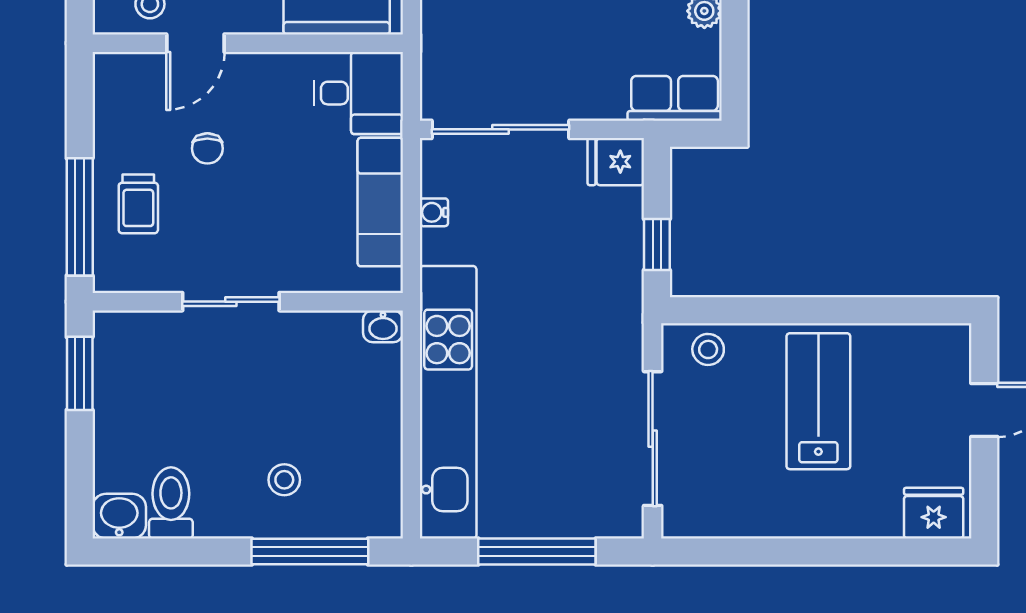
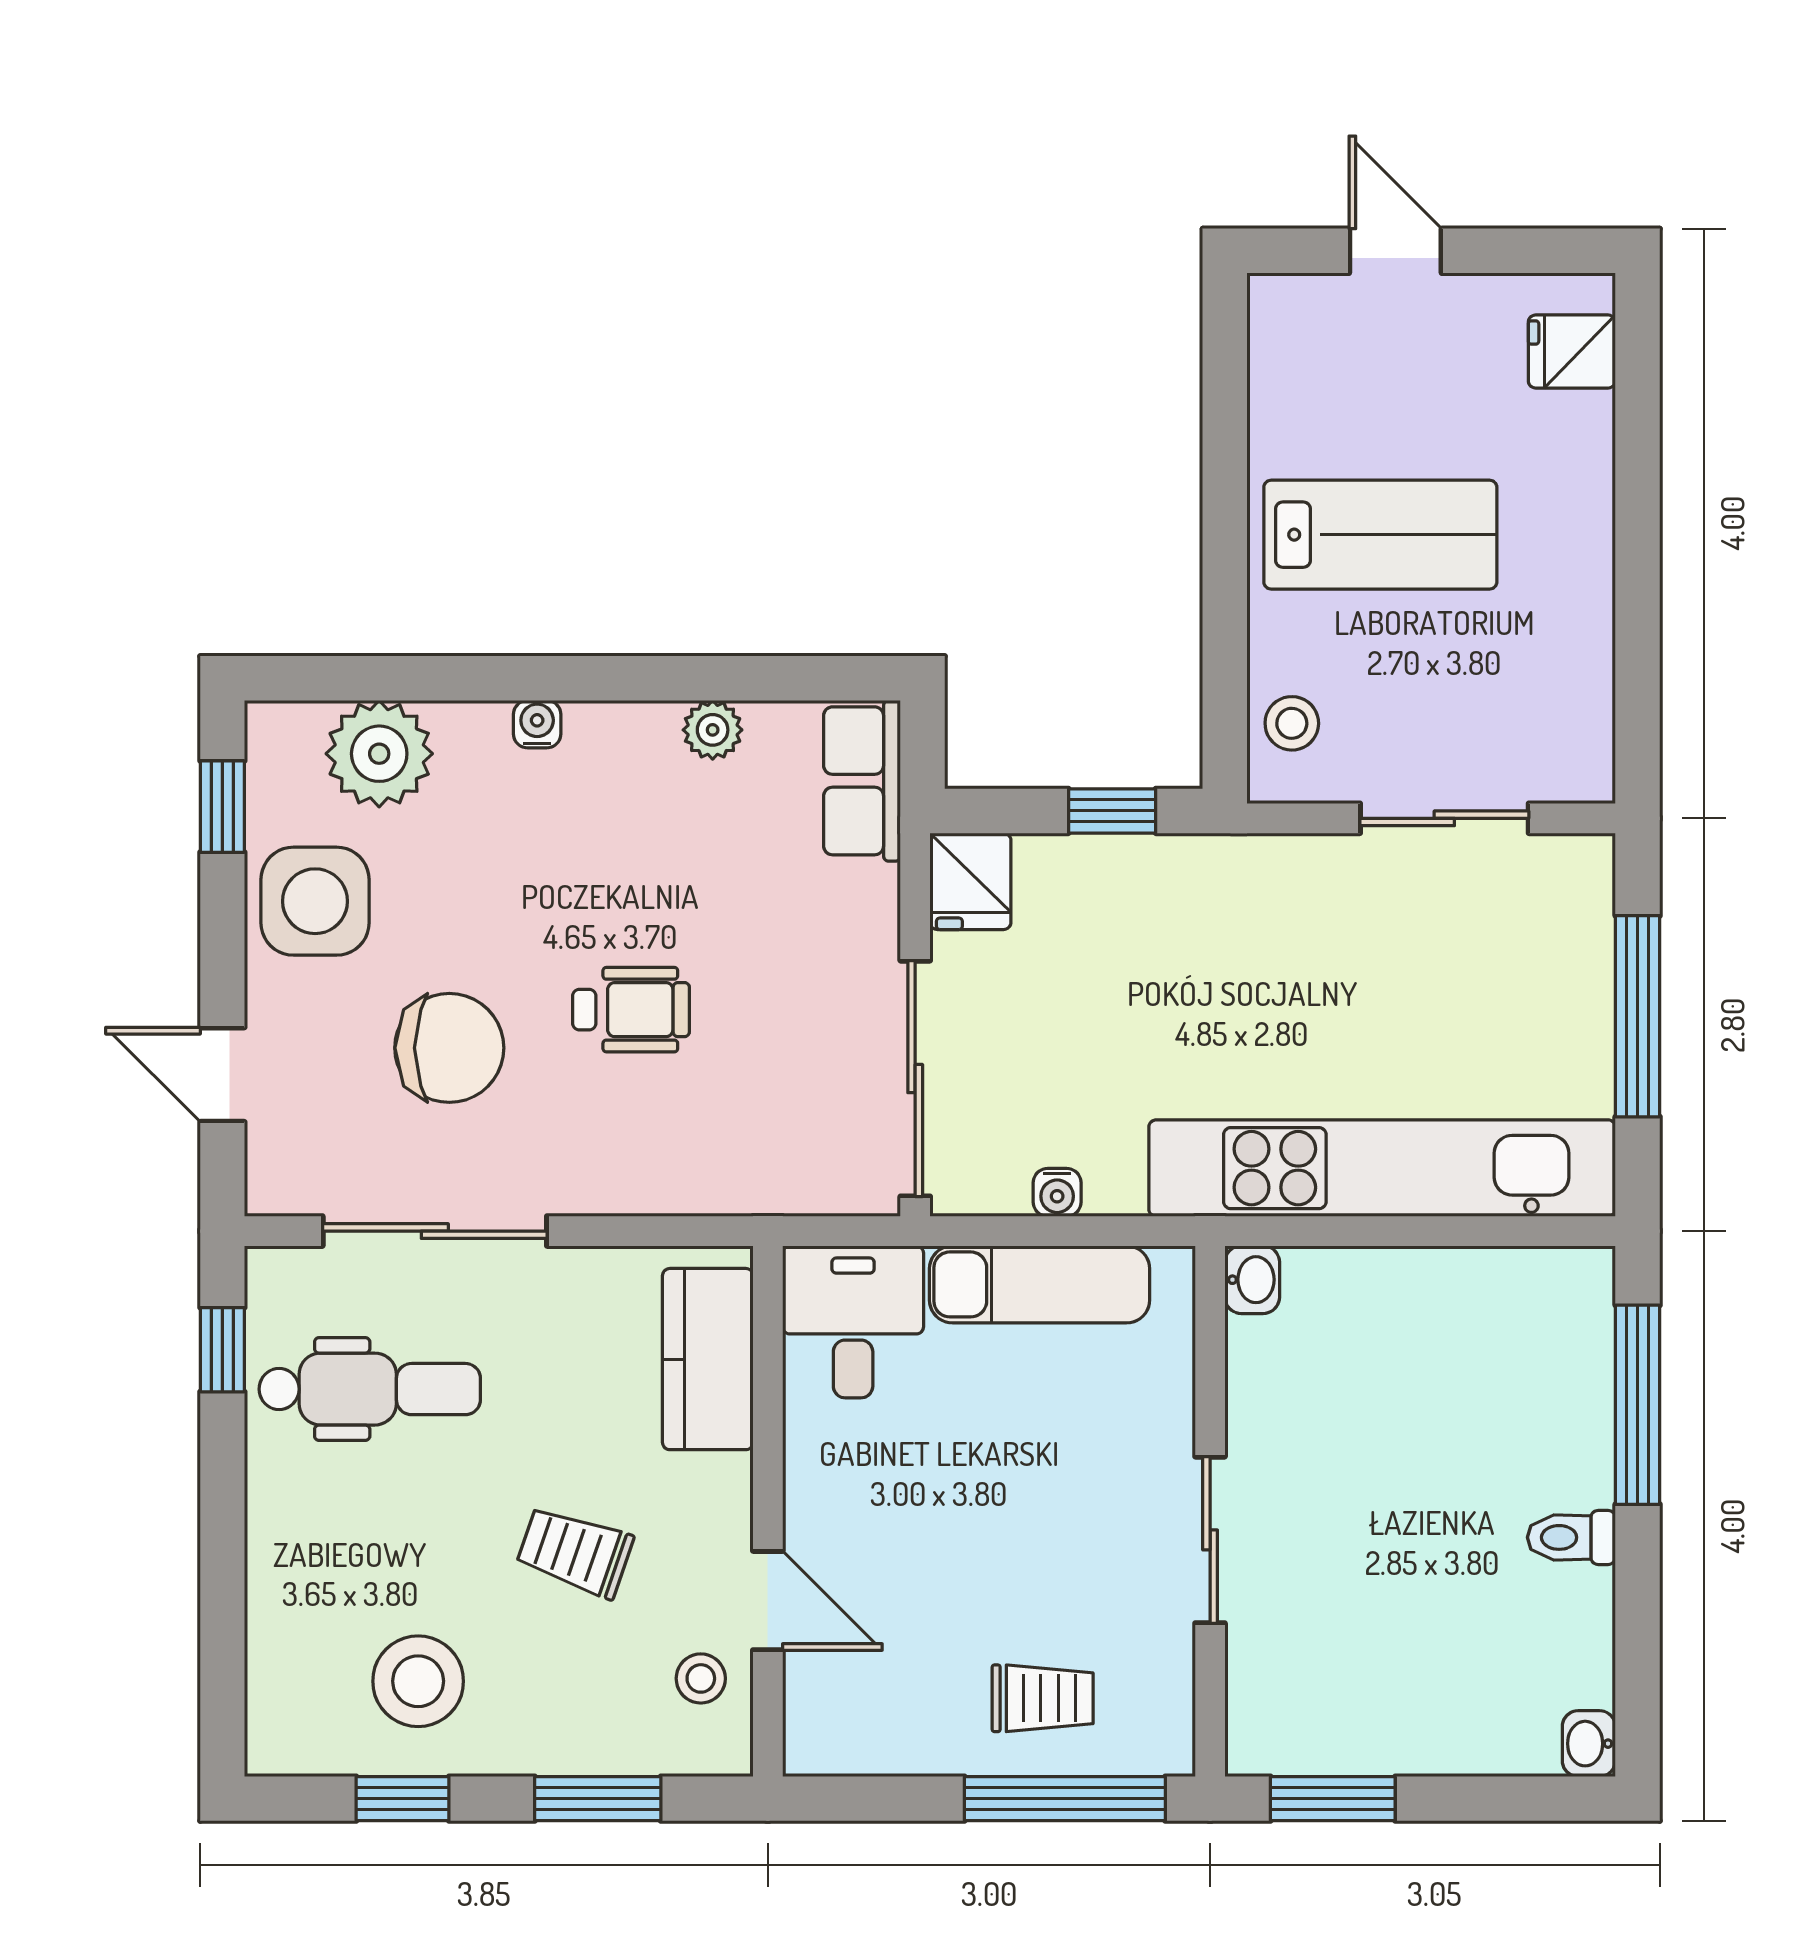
chair: (207, 148) -> (948, 1580), removed
lab bench: (818, 401) -> (1380, 535), turned 180
sliding door: (653, 439) -> (1444, 818), width x0.73
stool: (284, 480) -> (1515, 1449), removed
toilet: (171, 503) -> (1571, 1537), moved, width x0.73, depth x0.72
fridge: (934, 513) -> (1572, 352), width x0.72
washbasin: (119, 516) -> (1589, 1744), width x0.72, depth x0.69

